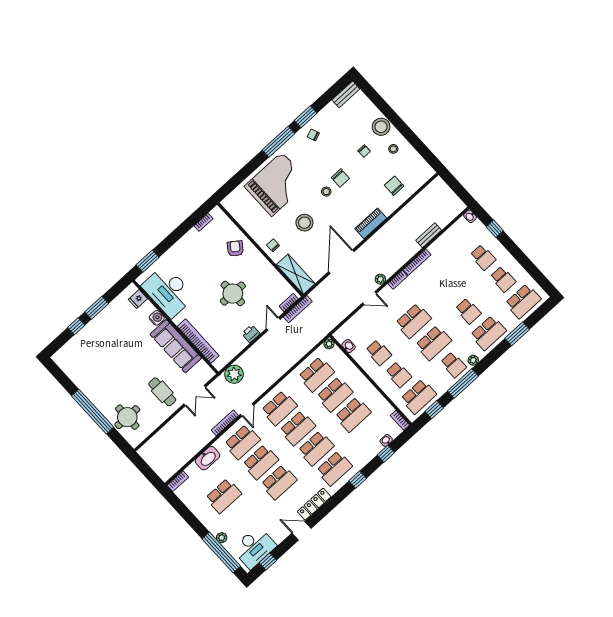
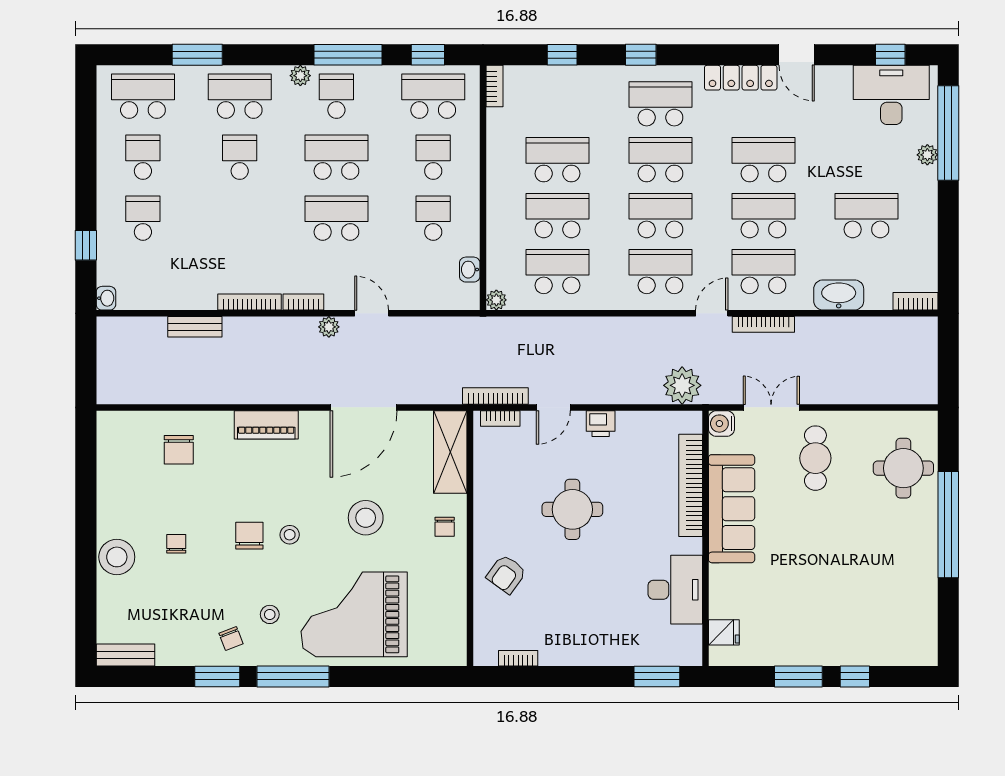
stool: (393, 149) -> (270, 614), moved
desk: (168, 291) -> (675, 590), width x0.73, depth x0.77
water cooler: (157, 318) -> (721, 424), moved
washbasin: (386, 440) -> (543, 74), removed

